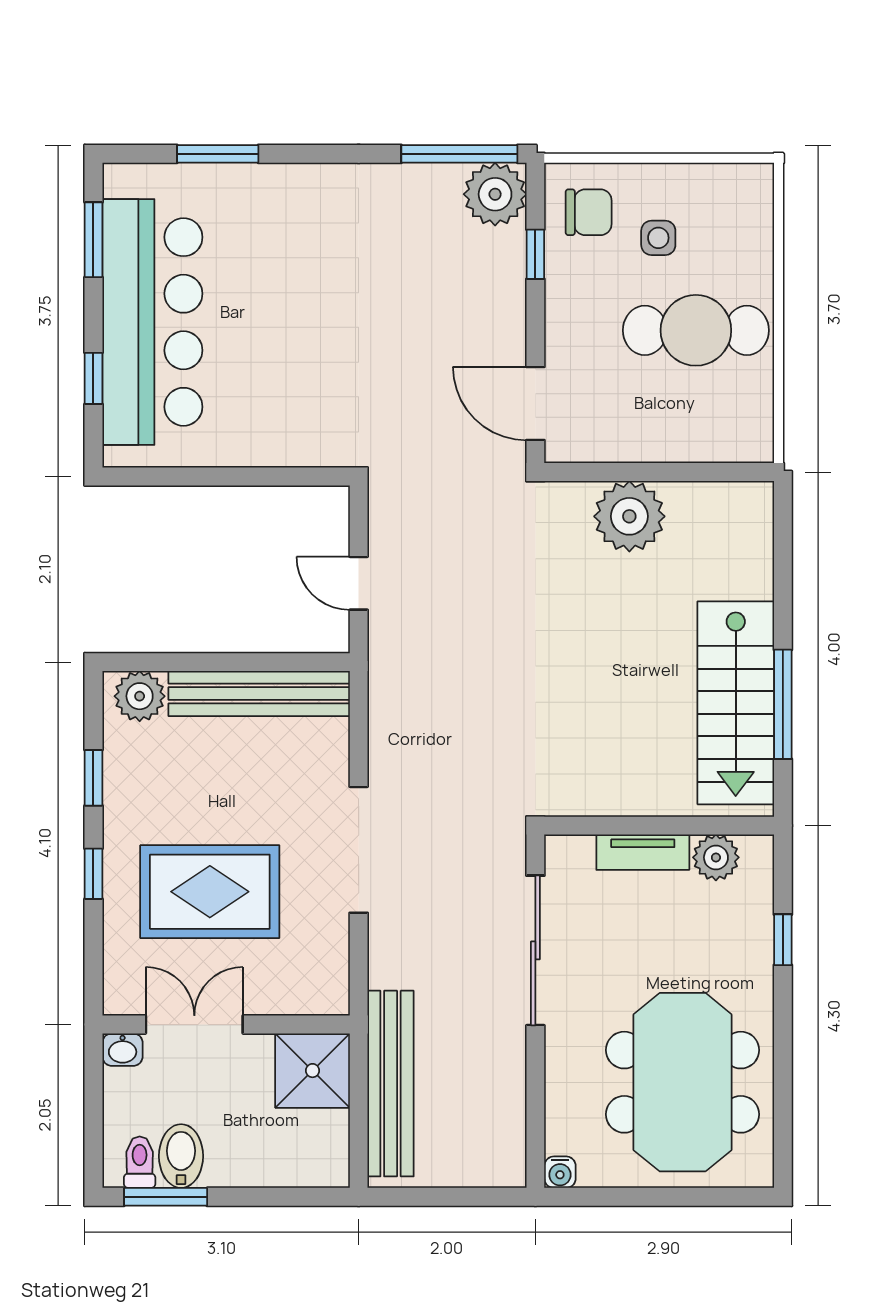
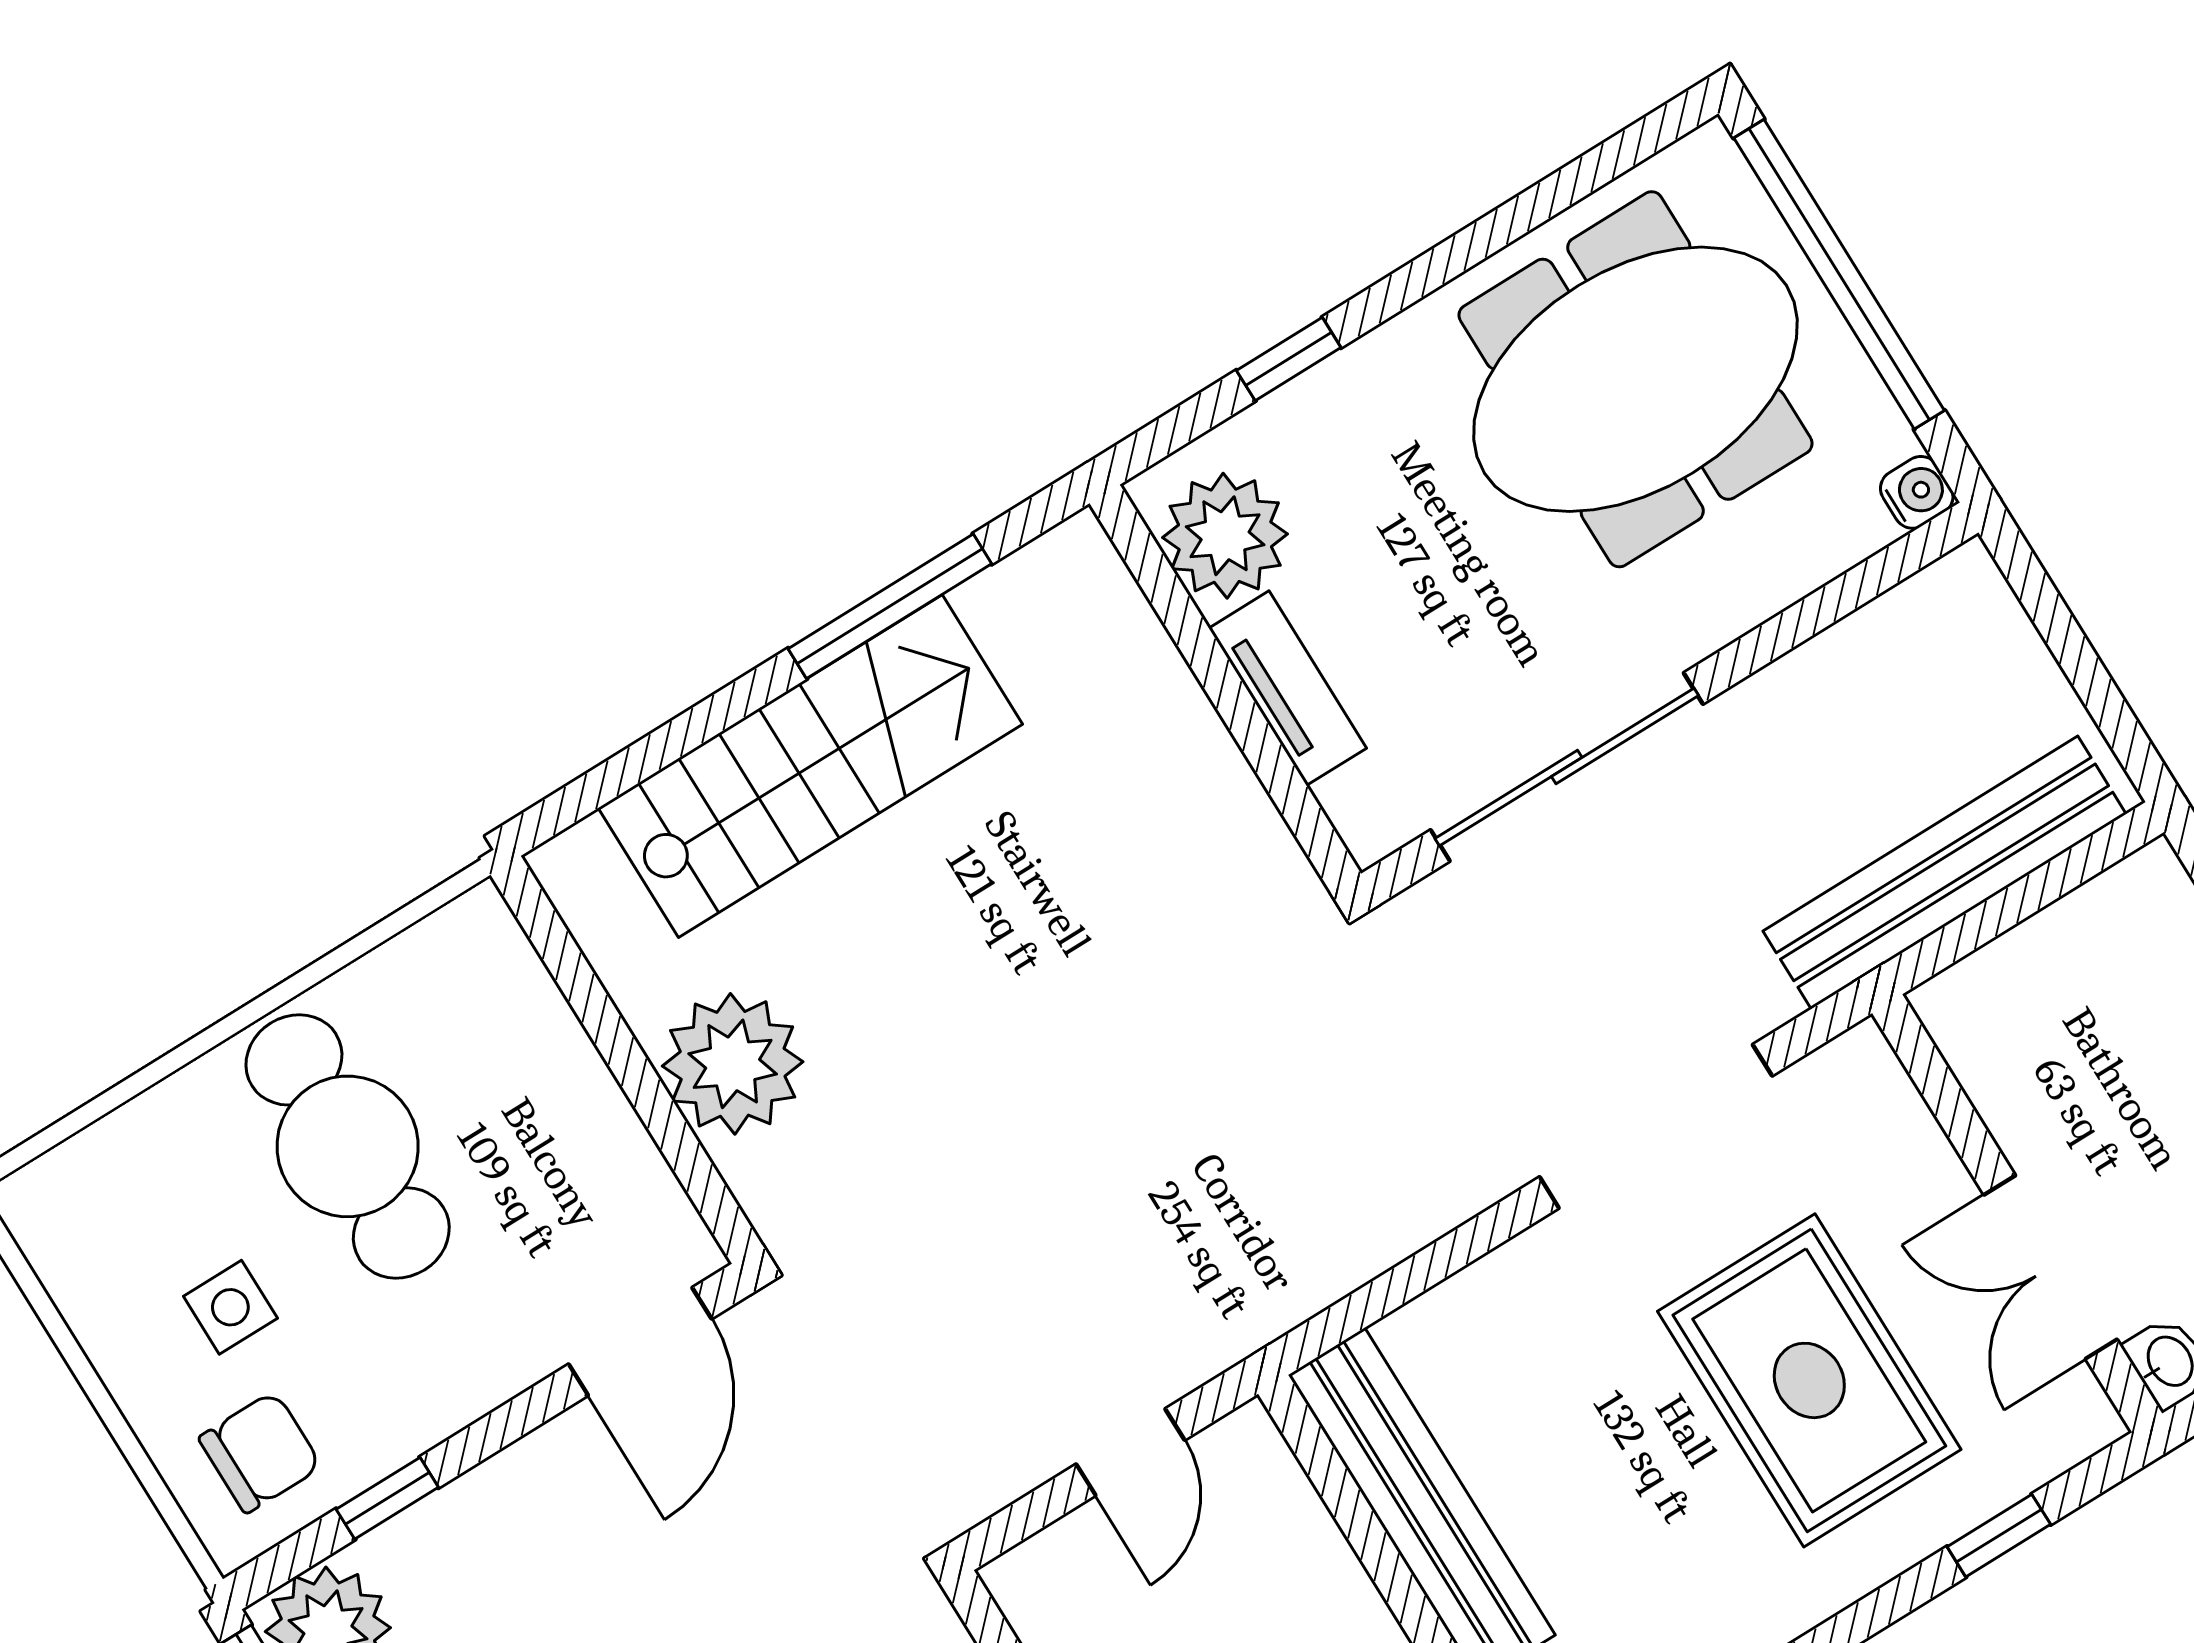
chair: (589, 212) -> (260, 1452), turned 90
stairs: (736, 703) -> (810, 766), moved
doorway: (359, 850) -> (1656, 1126), moved
plant: (716, 857) -> (1225, 536), width x1.36, depth x1.36
window: (93, 874) -> (1999, 1536), moved
shower: (313, 1071) -> (2004, 1018), removed
window: (674, 1197) -> (1839, 274), added

